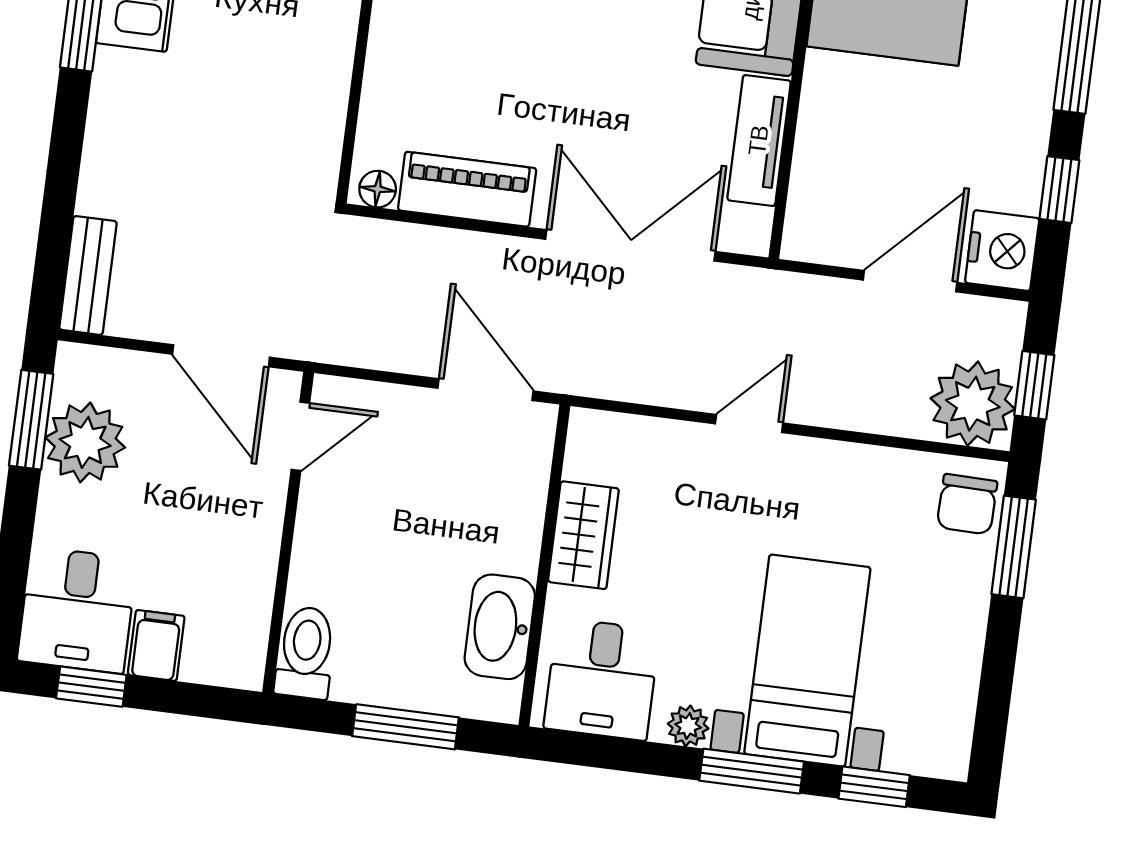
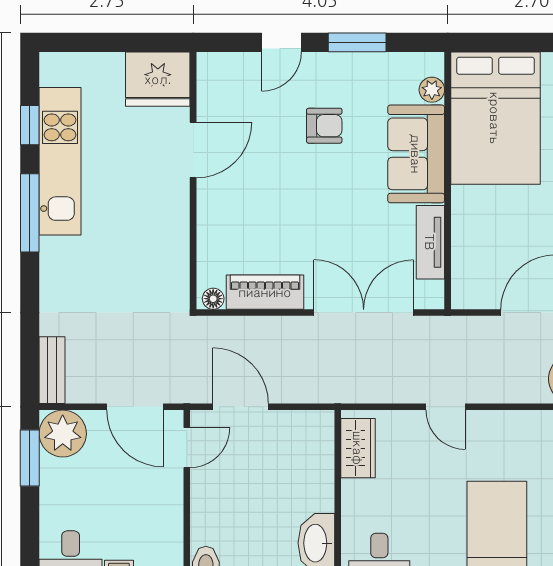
door: (485, 390) -> (241, 407), moved
door: (749, 423) -> (446, 407), swing flipped
plant: (85, 442) -> (63, 434), moved
wardrobe: (583, 535) -> (358, 448), moved

